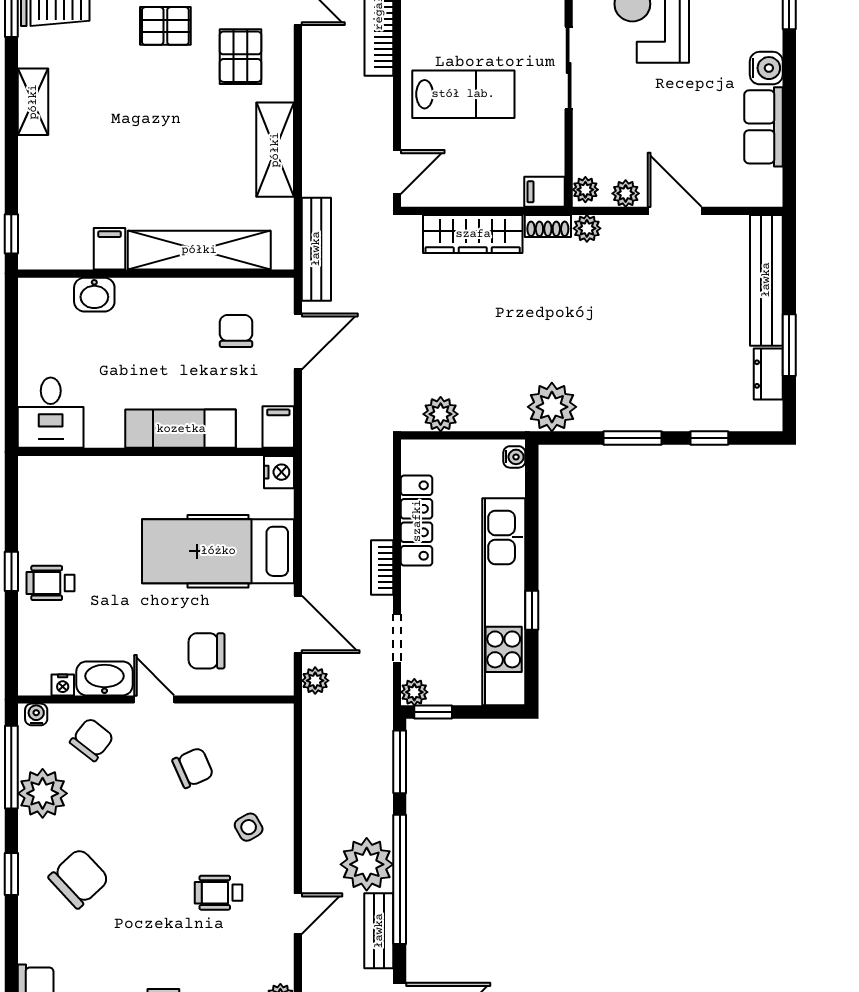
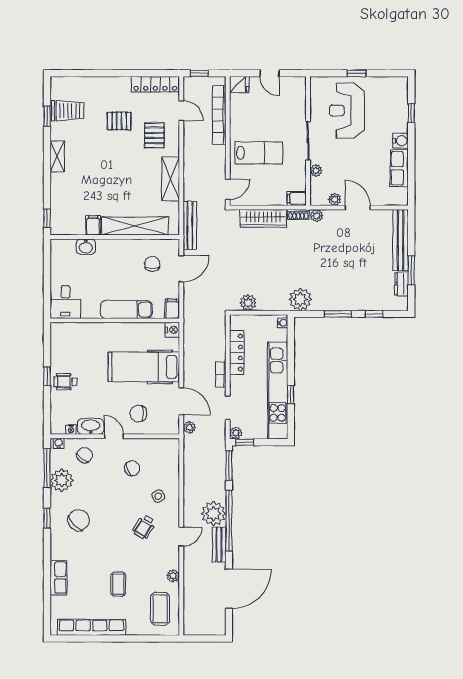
plant: (585, 190) -> (316, 171), moved
wheelchair: (219, 893) -> (144, 527), turned -59

